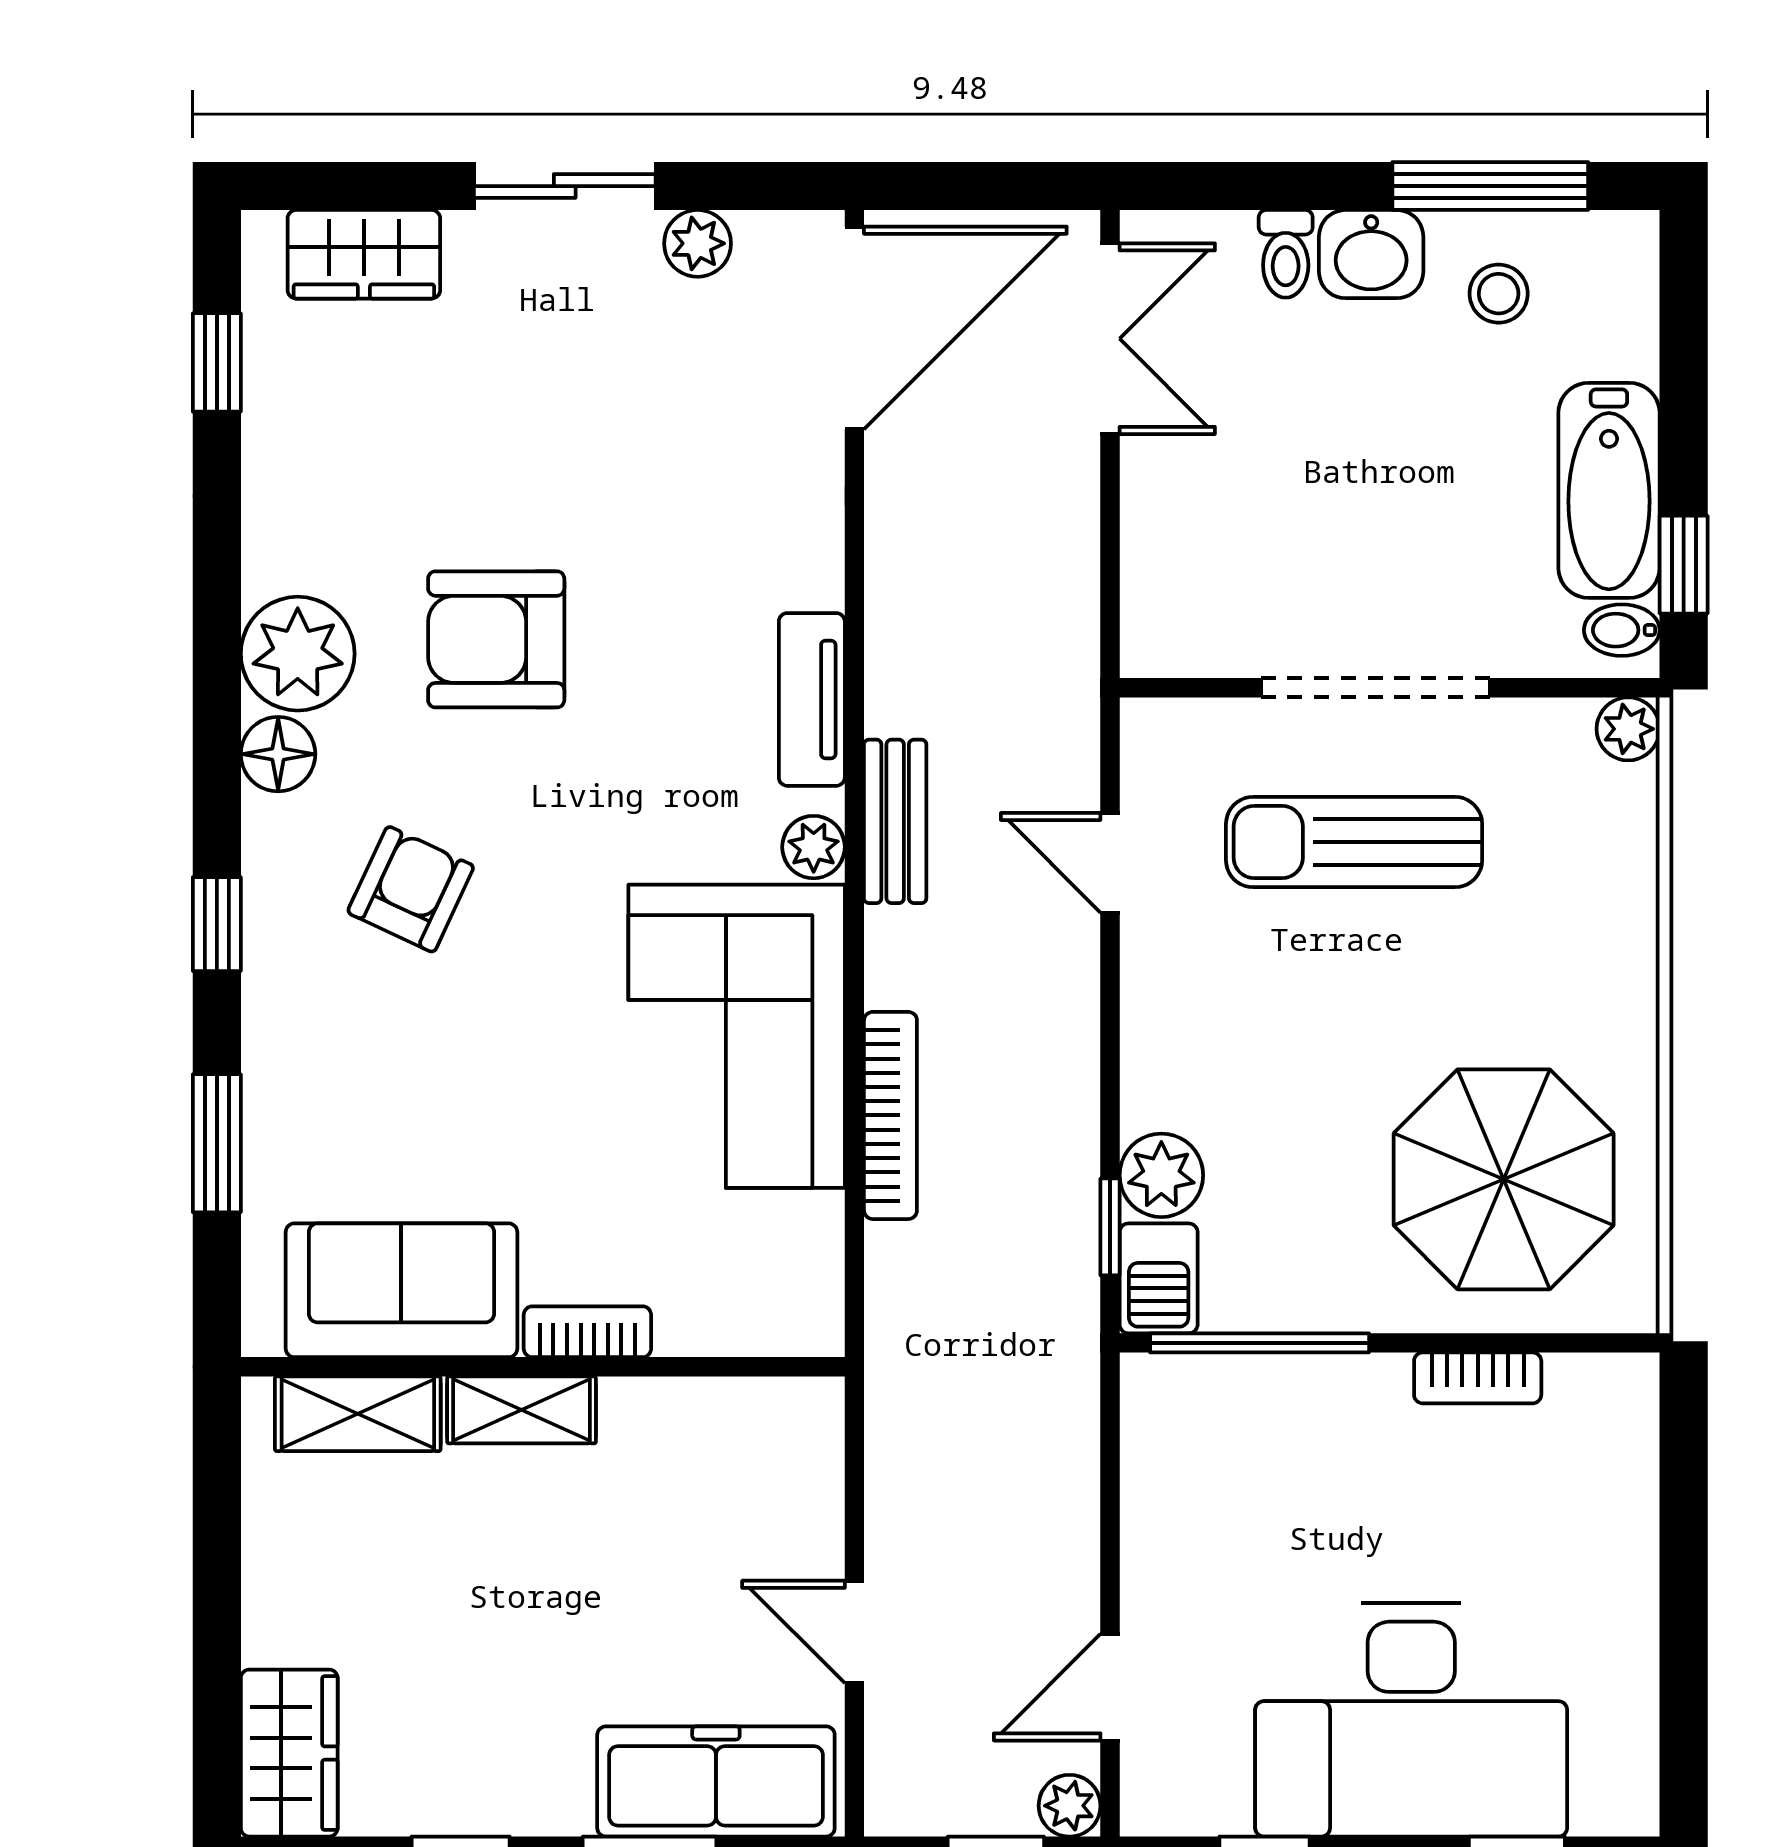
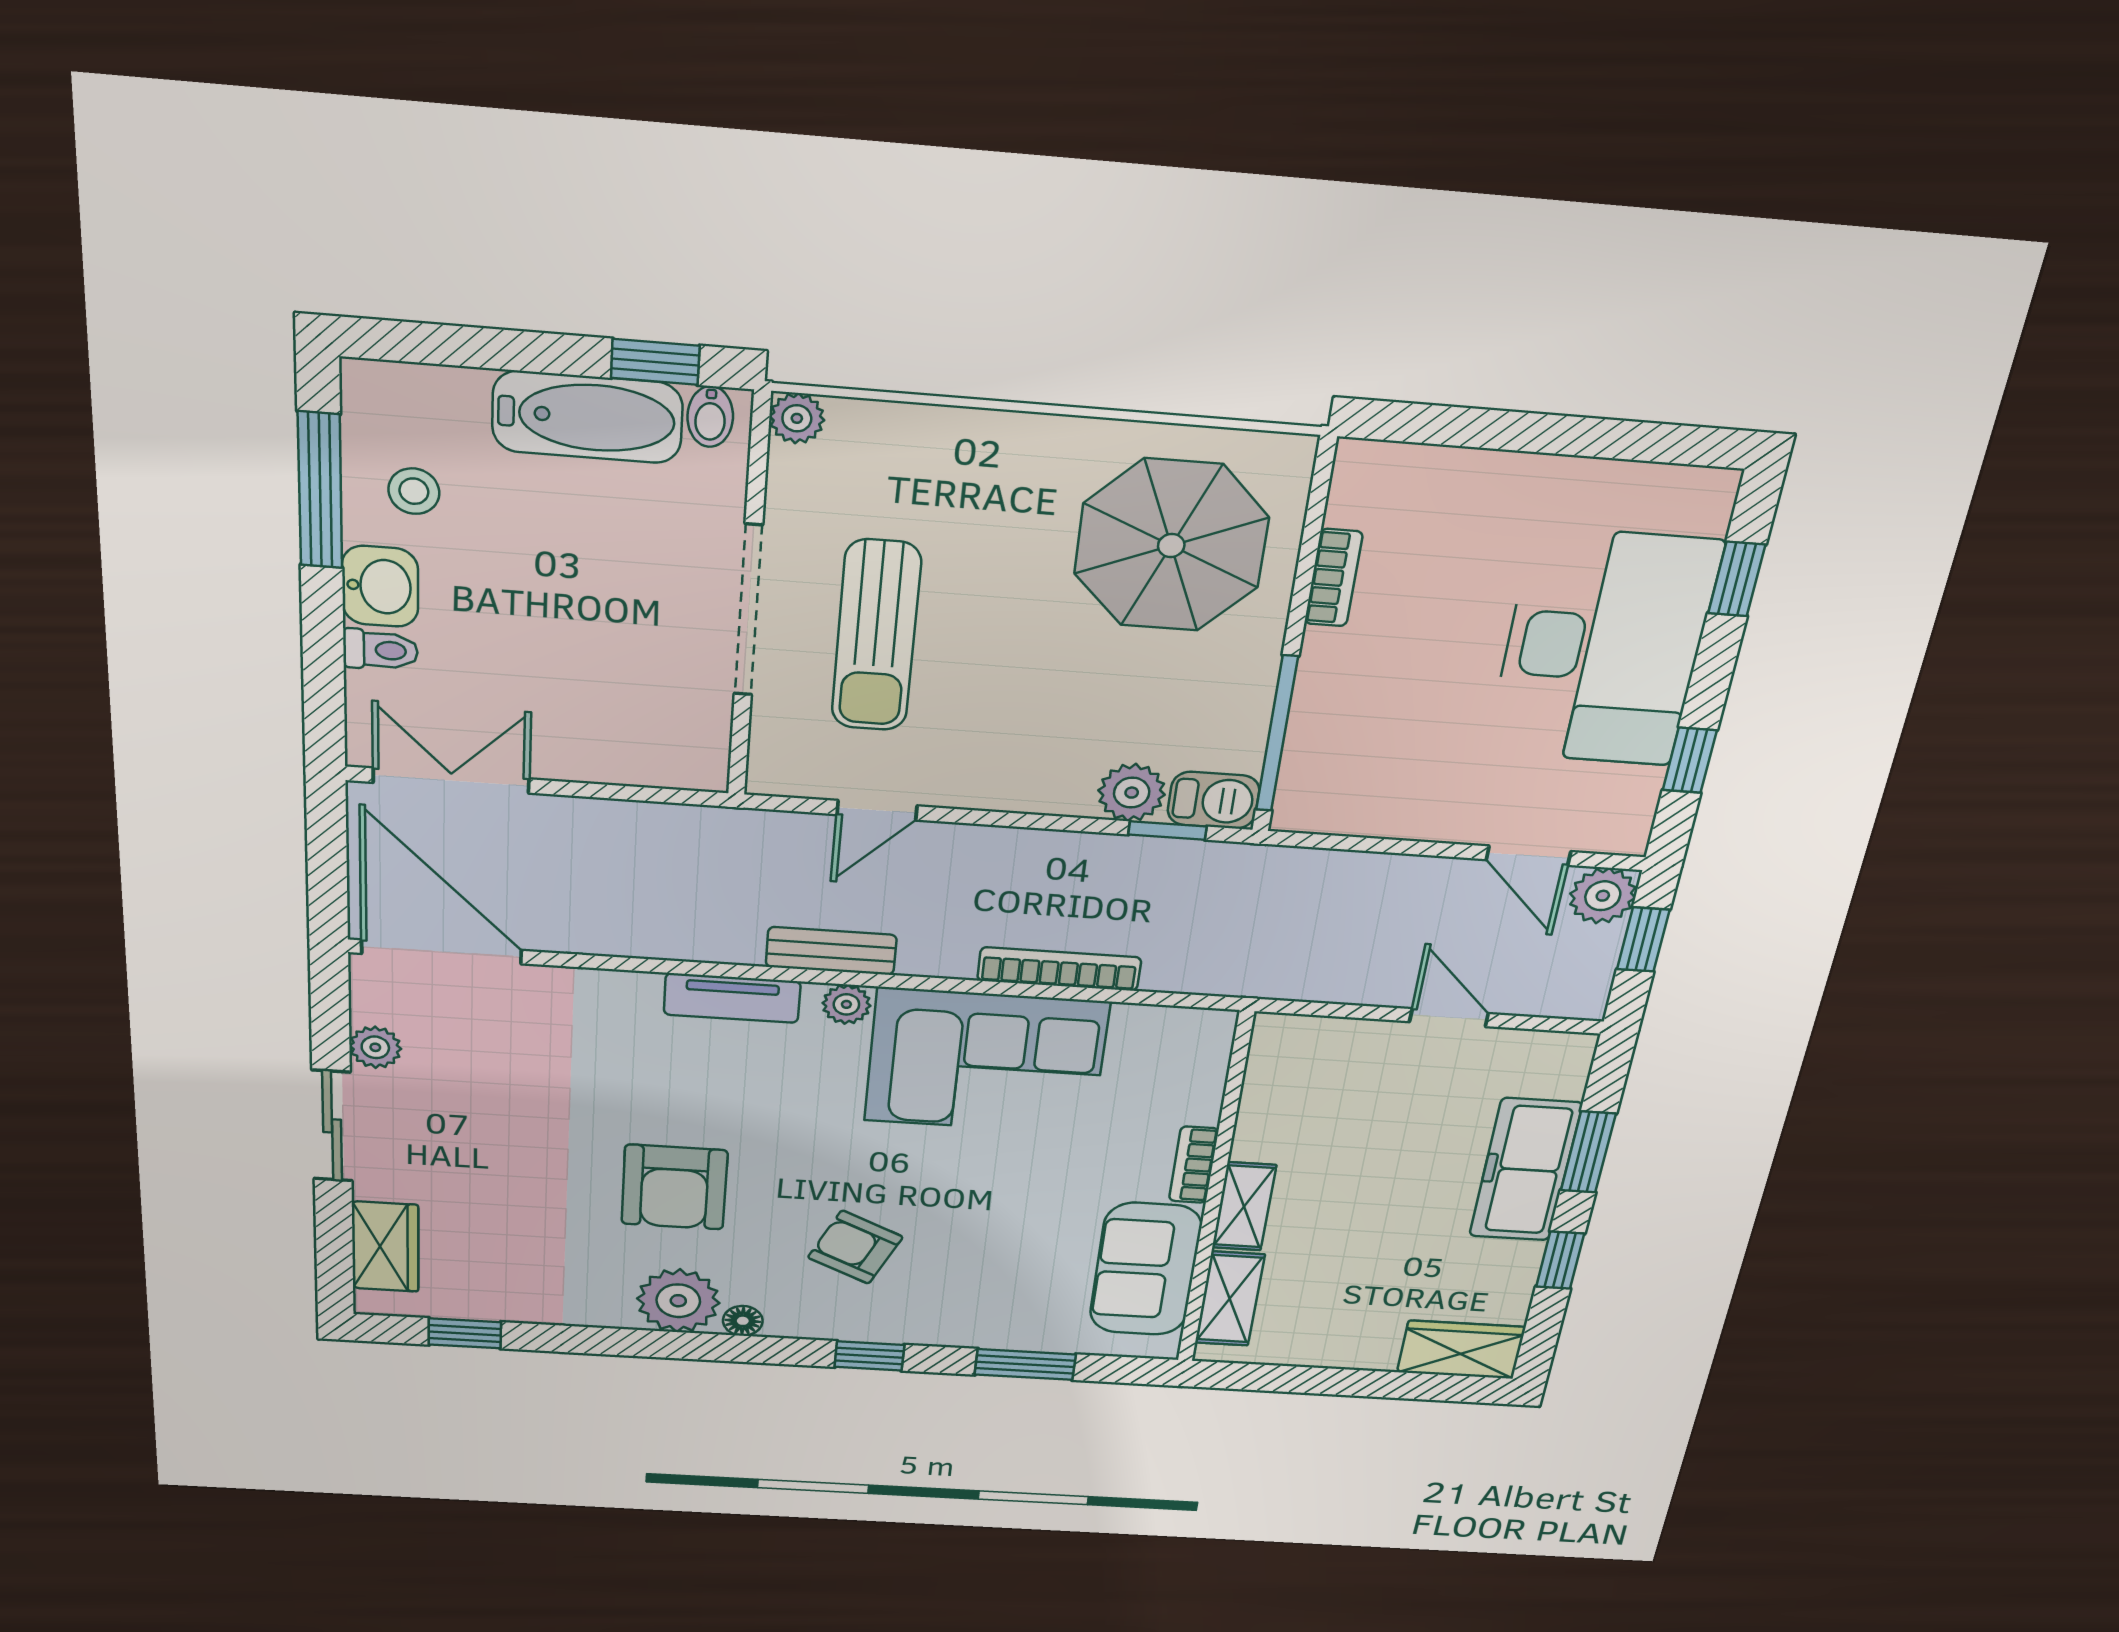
floor lamp: (278, 754) -> (743, 1321), width x0.73, depth x0.73
door: (854, 1632) -> (1449, 1018), swing flipped
freezer: (716, 1781) -> (1525, 1170), moved
plant: (1070, 1806) -> (1603, 896), width x1.38, depth x1.38

